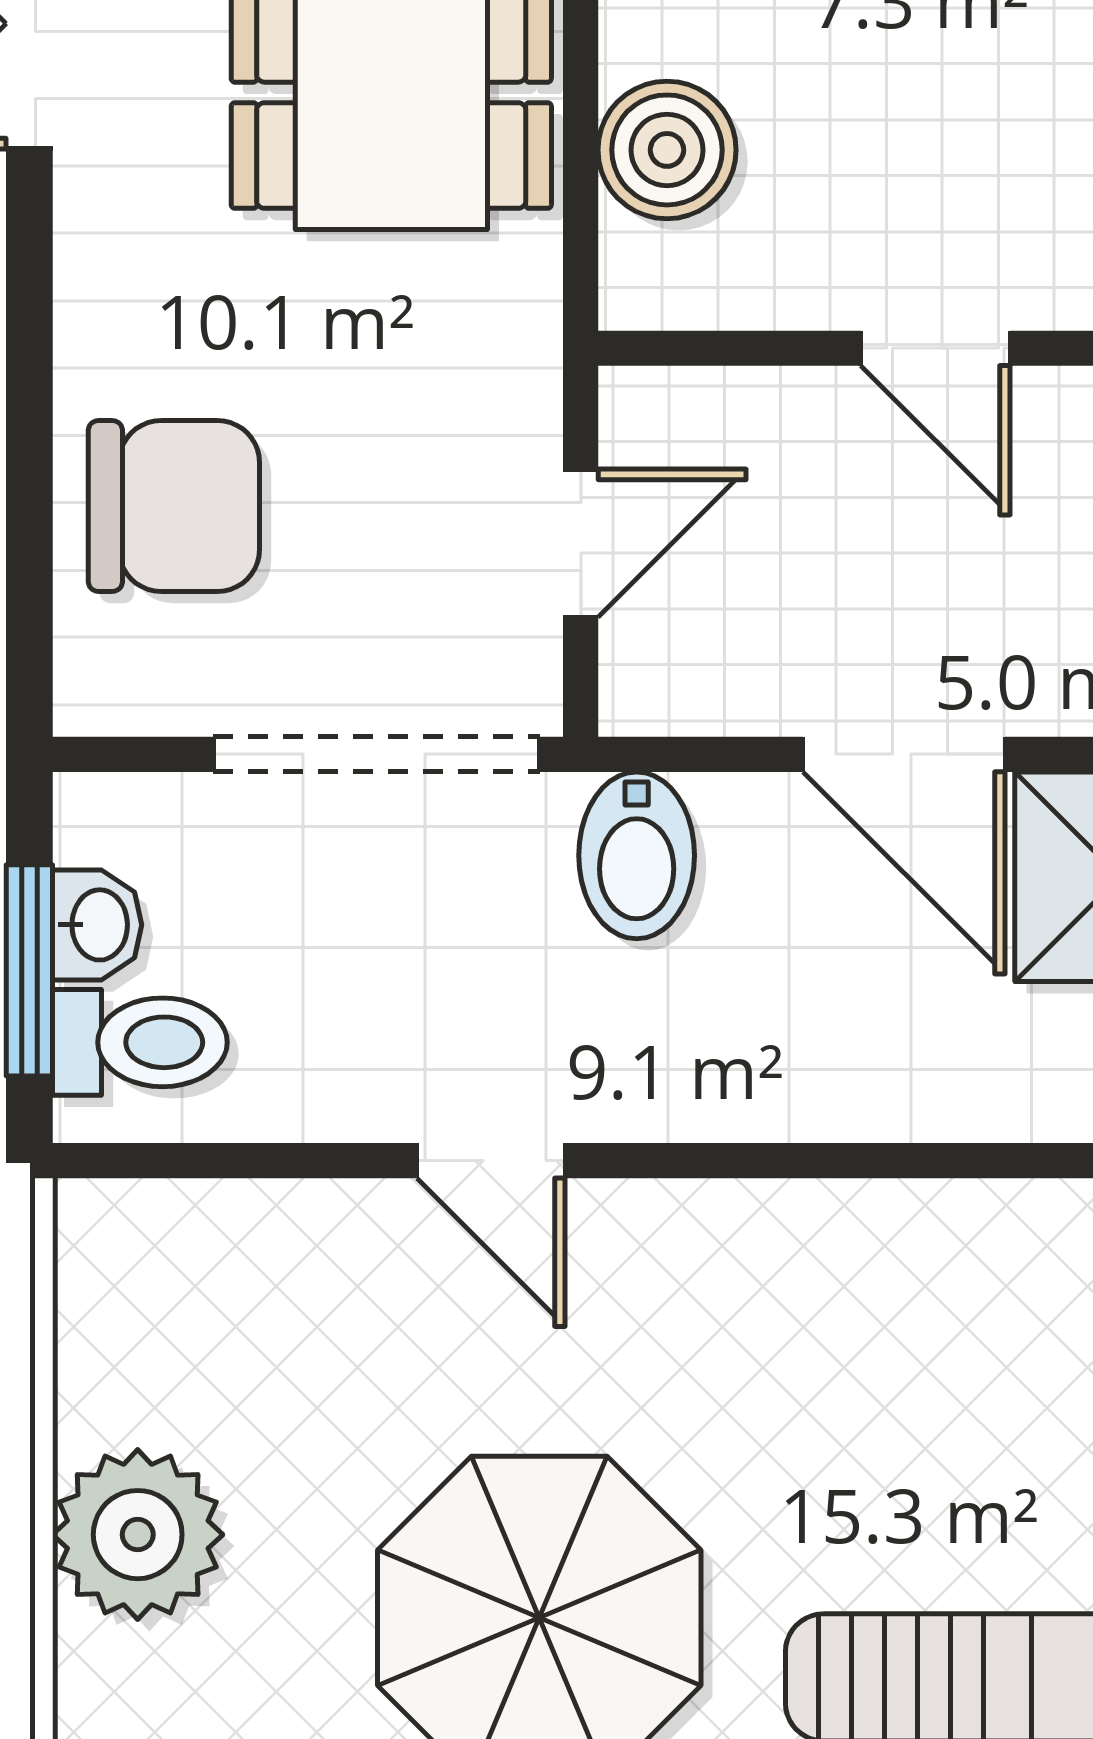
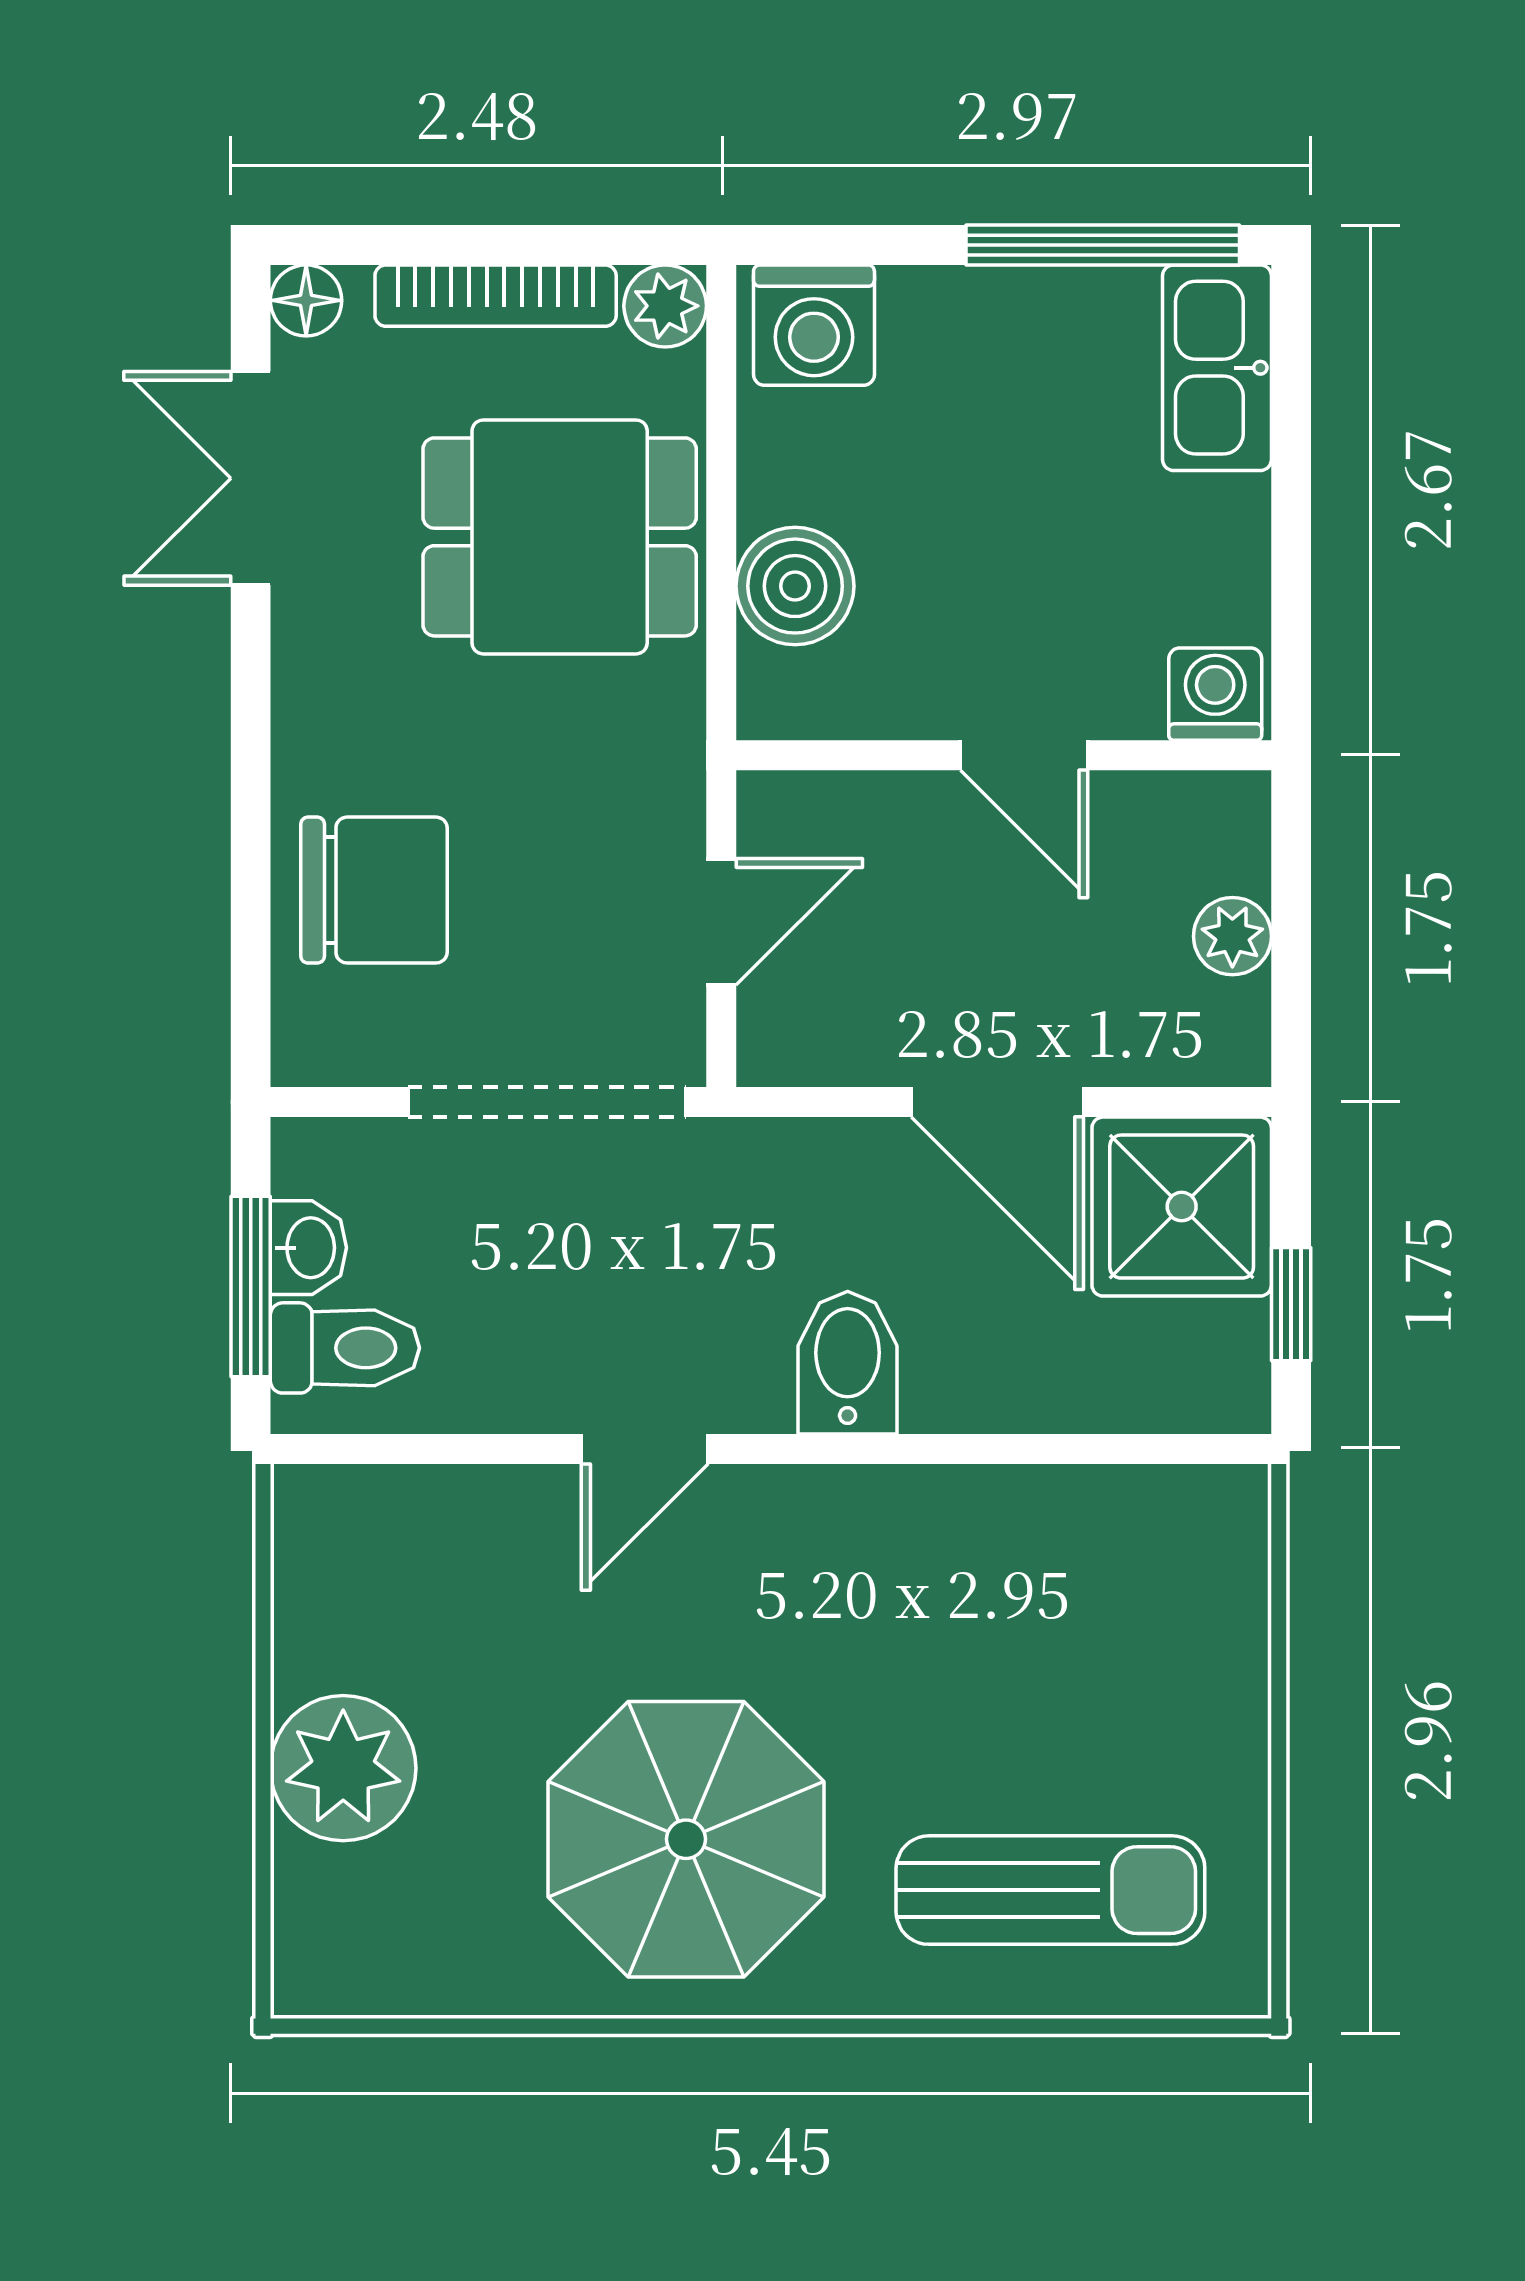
bidet: (637, 855) -> (848, 1363), moved, turned 180
door: (491, 1161) -> (645, 1449), hinge flipped

